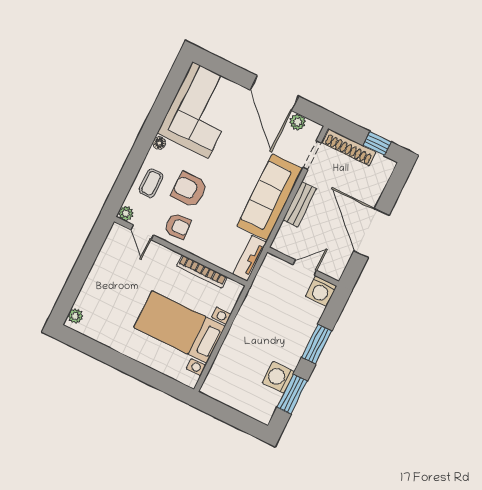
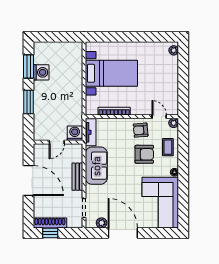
shoe rack: (349, 147) -> (50, 223), moved
sofa: (270, 197) -> (96, 166), width x0.73
washing machine: (321, 291) -> (75, 133), moved

